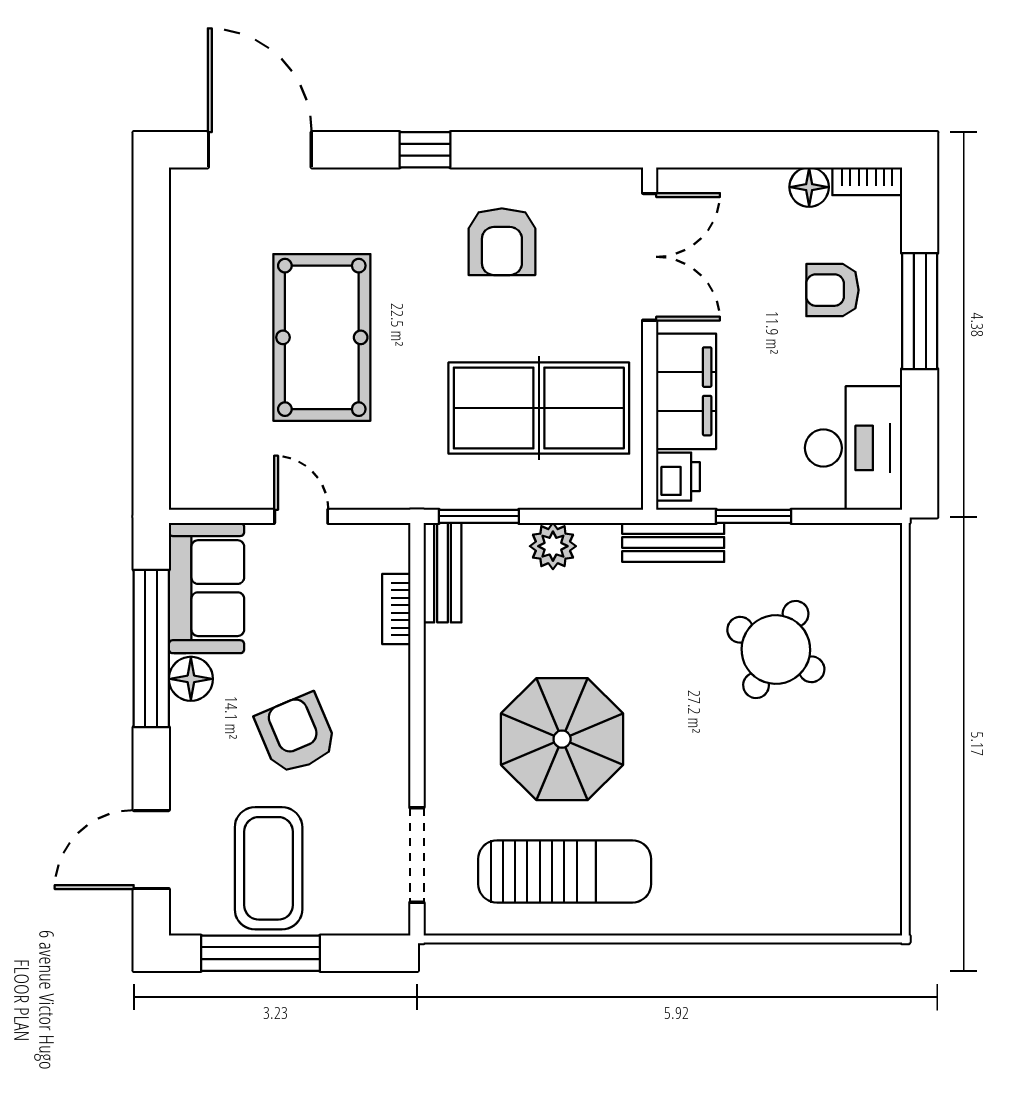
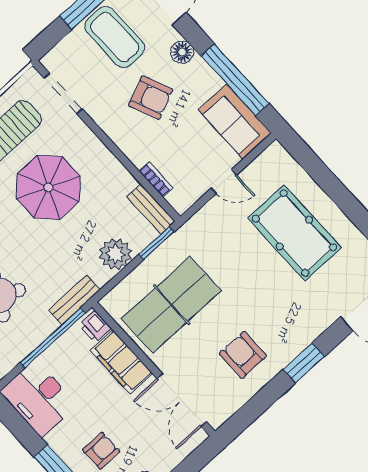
window: (425, 150) -> (304, 363), width x1.50
pool table: (322, 337) -> (294, 233), moved
window: (754, 516) -> (53, 338), width x2.11
plant: (553, 546) -> (115, 254), width x1.36, depth x1.36
floor lamp: (191, 679) -> (182, 52), moved

